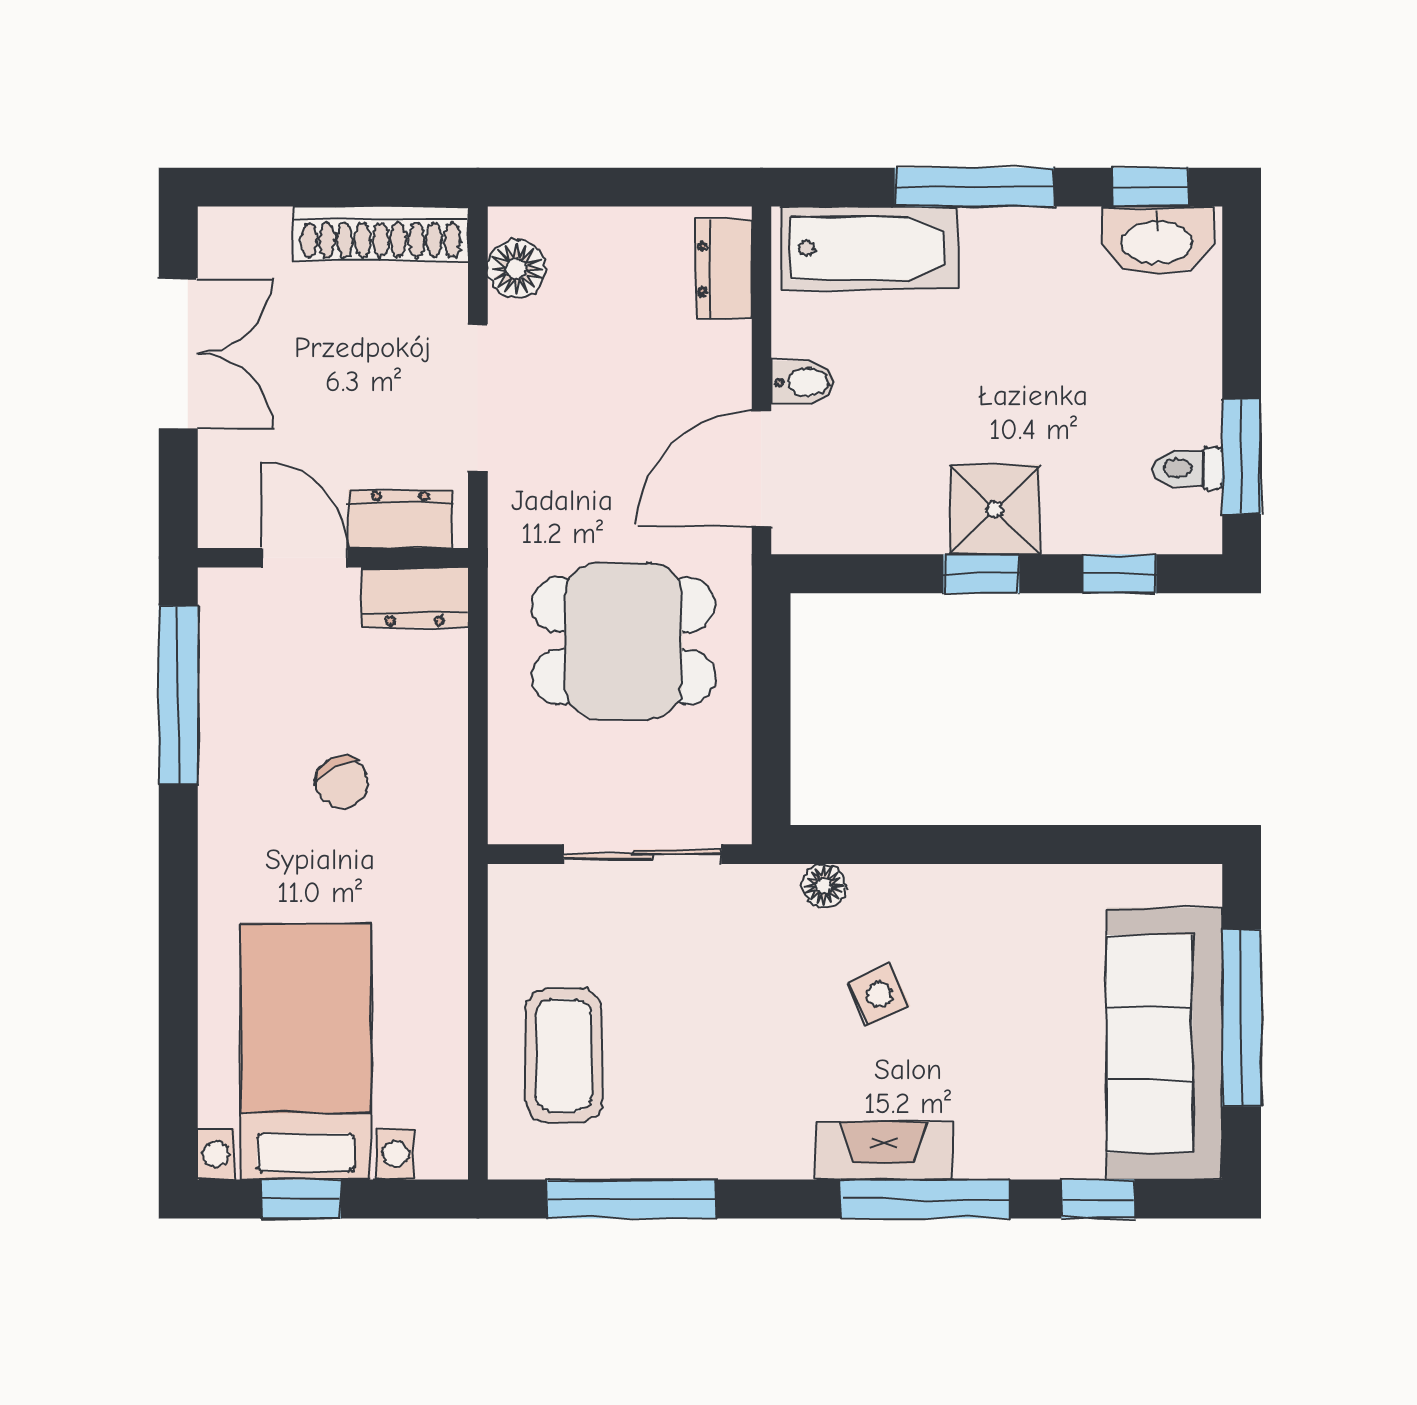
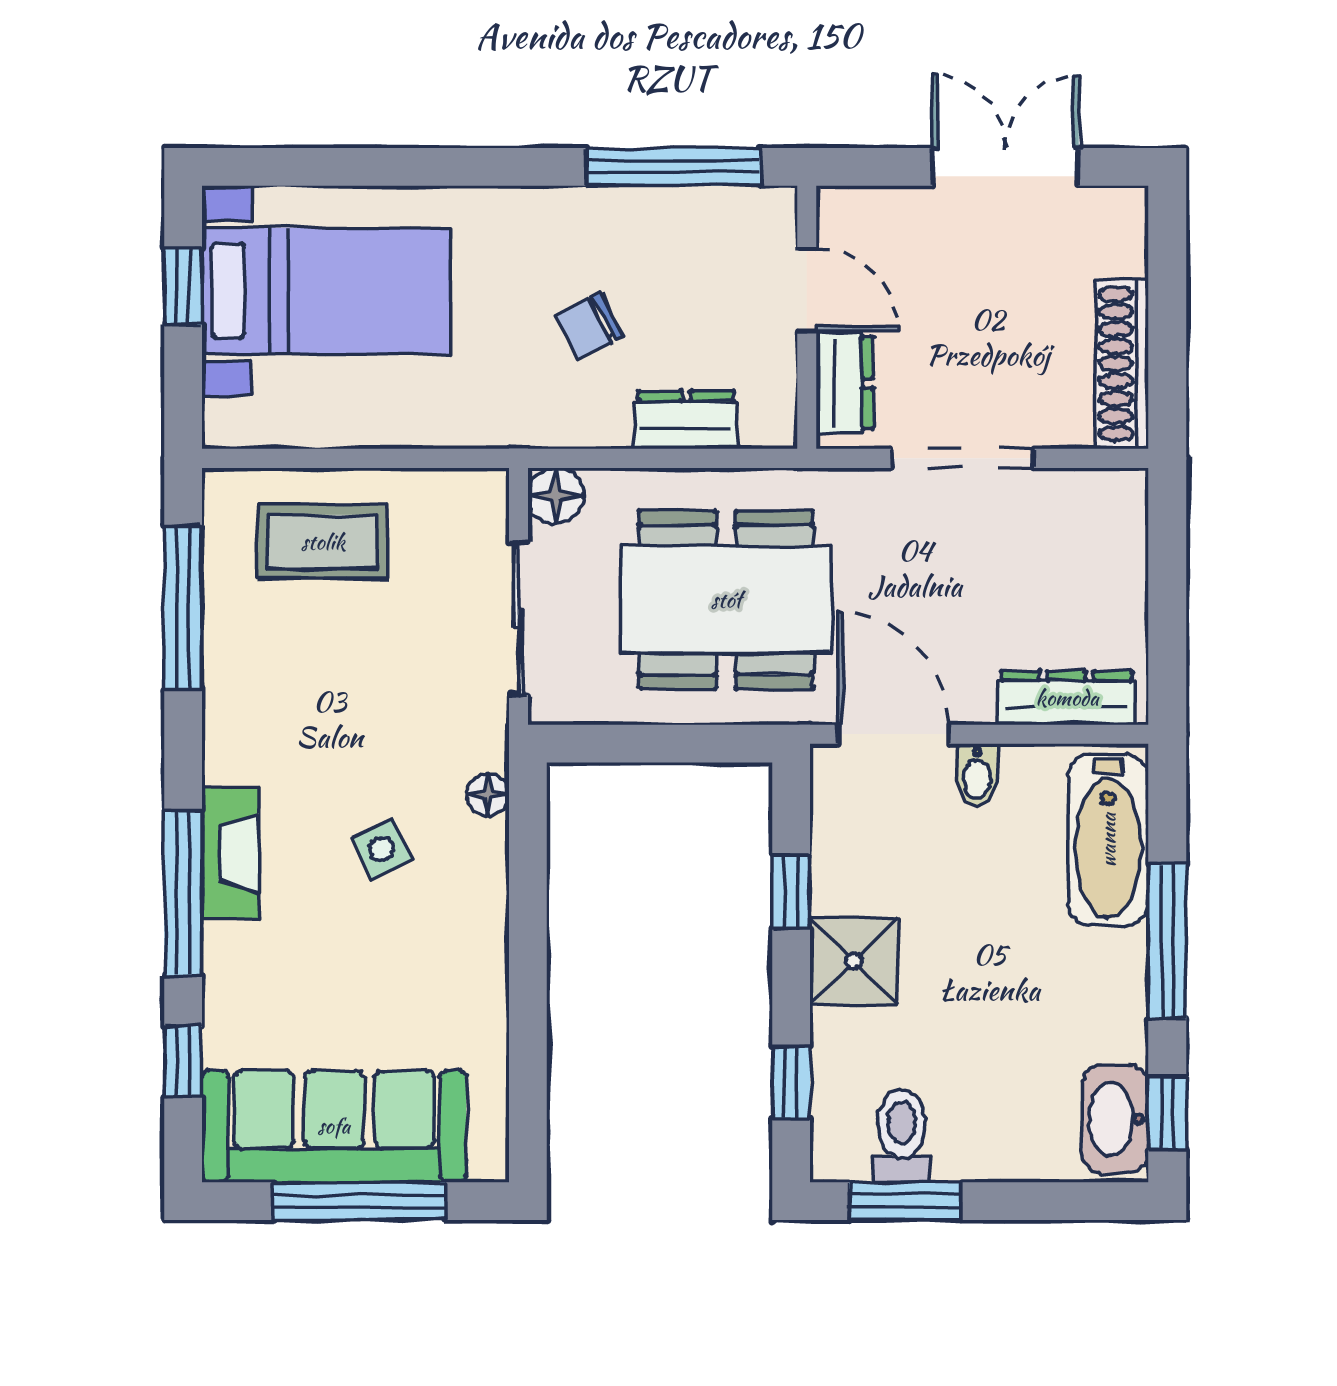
floor lamp: (517, 269) -> (556, 496), moved
dresser: (724, 269) -> (1067, 698), width x1.44
double door: (178, 353) -> (1005, 167), swing flipped
toilet: (1188, 468) -> (902, 1136), width x1.37, depth x1.39
door: (305, 558) -> (807, 290), hinge flipped
window: (981, 574) -> (791, 892), moved
dresser: (415, 597) -> (686, 420), moved, turned 90
dining table: (623, 641) -> (726, 600), width x1.37

